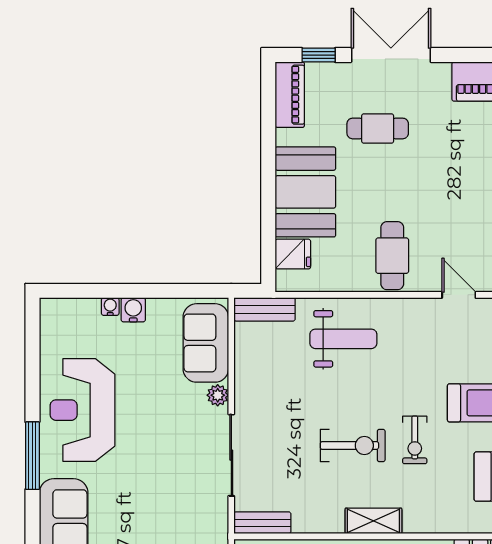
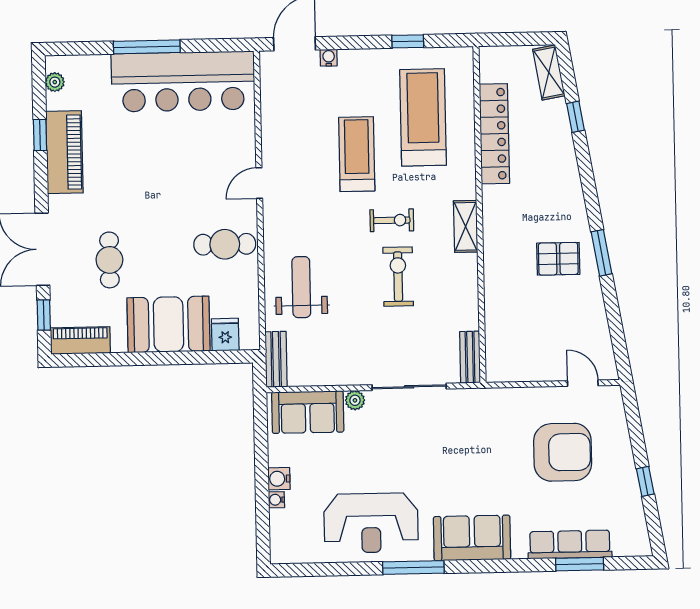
shelving: (373, 521) -> (466, 226), moved

